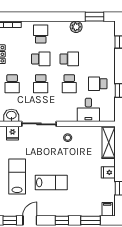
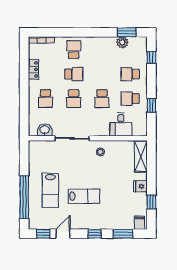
plant: (76, 27) -> (122, 42), moved
school desk: (69, 59) -> (130, 74), moved, turned 180
fridge: (12, 133) -> (46, 147), removed
lab bench: (17, 177) -> (50, 190), turned 180

